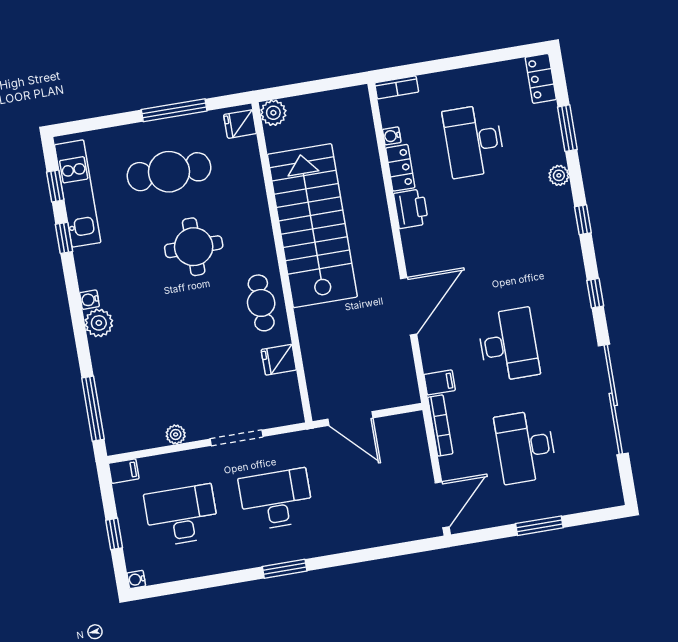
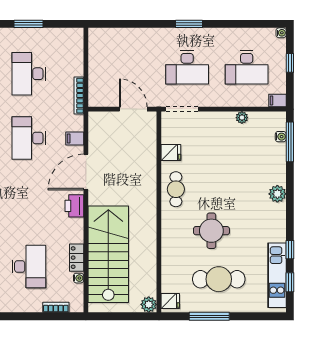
bookcase: (397, 87) -> (56, 307), moved
printer: (411, 209) -> (74, 206), moved
stairs: (312, 226) -> (108, 254), moved, turned 180
water cooler: (89, 300) -> (281, 137), moved
filing cabinet: (440, 382) -> (75, 138), moved
doorway: (236, 438) -> (182, 109), moved
desk: (526, 447) -> (29, 74), turned 180
door: (442, 505) -> (86, 47), removed

